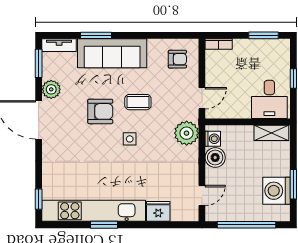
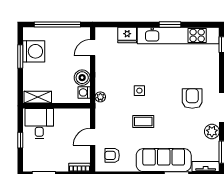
door: (202, 98) -> (93, 137), moved
armchair: (100, 111) -> (192, 99), moved, turned 90
plant: (187, 133) -> (100, 97), width x0.53, depth x0.53
side table: (130, 139) -> (139, 91), moved

